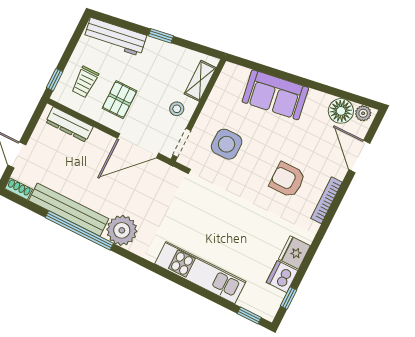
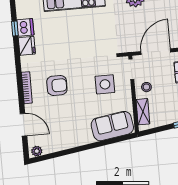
sofa: (275, 95) -> (112, 126), moved
floor lamp: (341, 111) -> (50, 145), removed
window: (289, 298) -> (15, 29), moved

